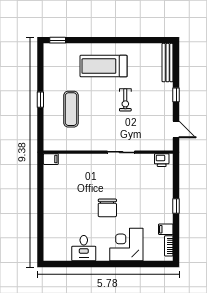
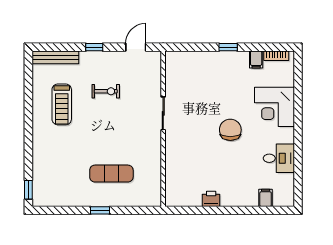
treadmill: (104, 66) -> (62, 104), moved, width x0.73, depth x0.73
exercise bike: (125, 100) -> (106, 91), moved
filing cabinet: (51, 159) -> (266, 198), moved
printer: (162, 160) -> (211, 199), moved, turned -90
chair: (107, 208) -> (230, 130), turned -90

